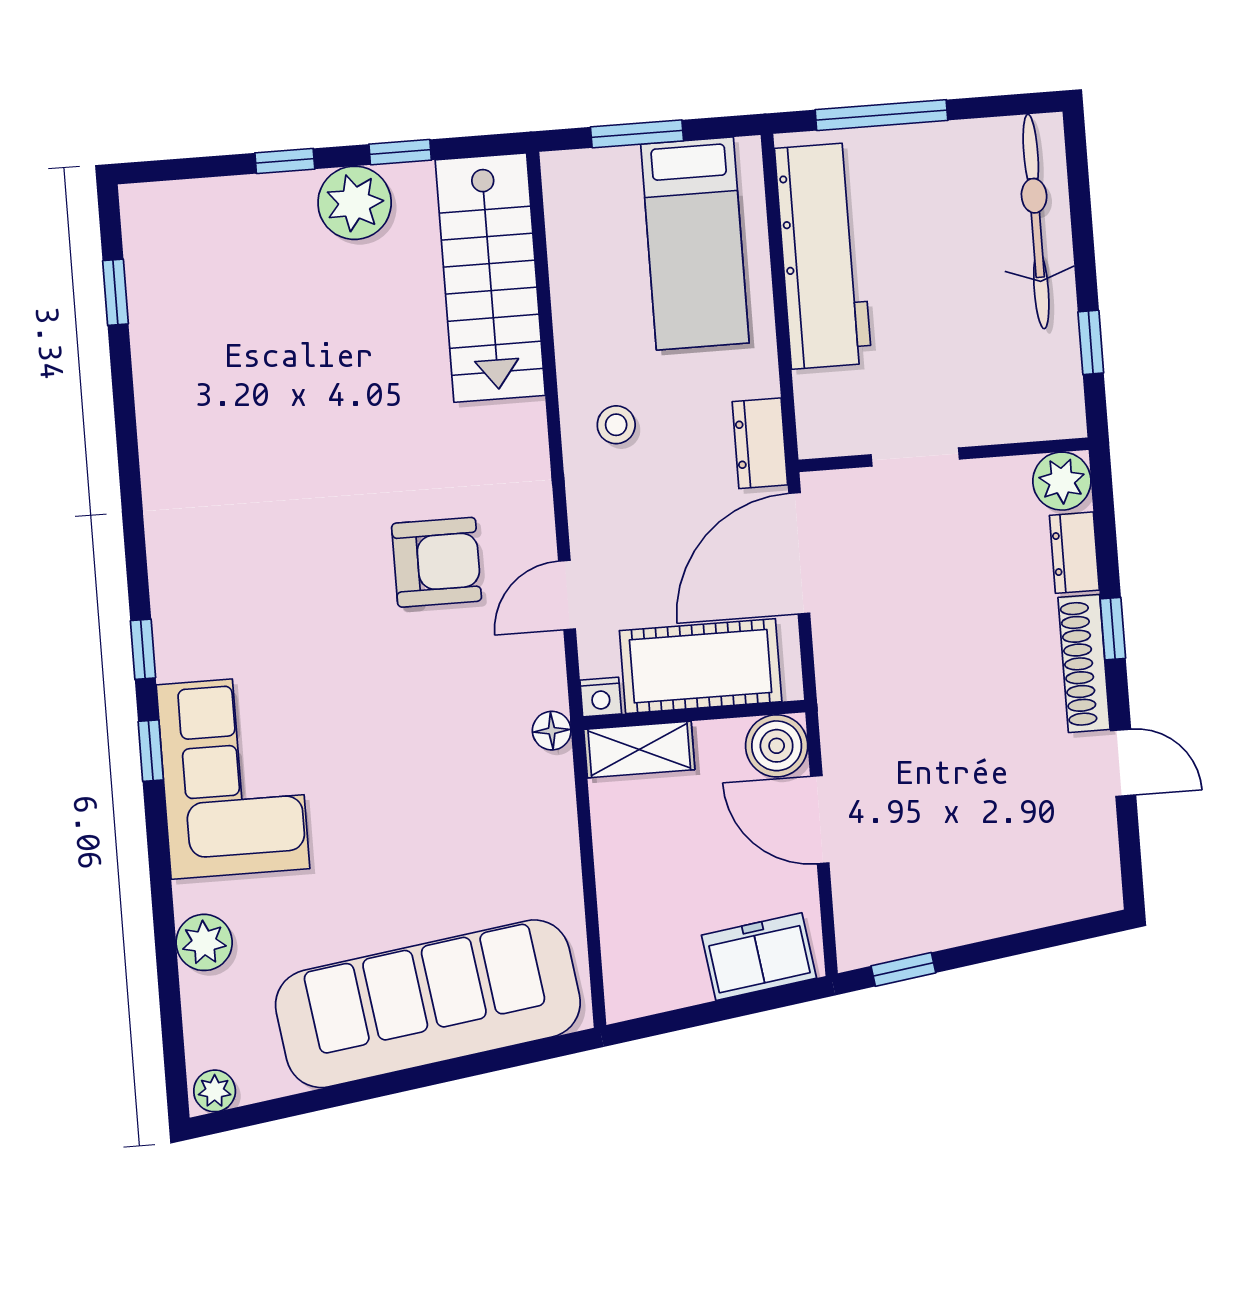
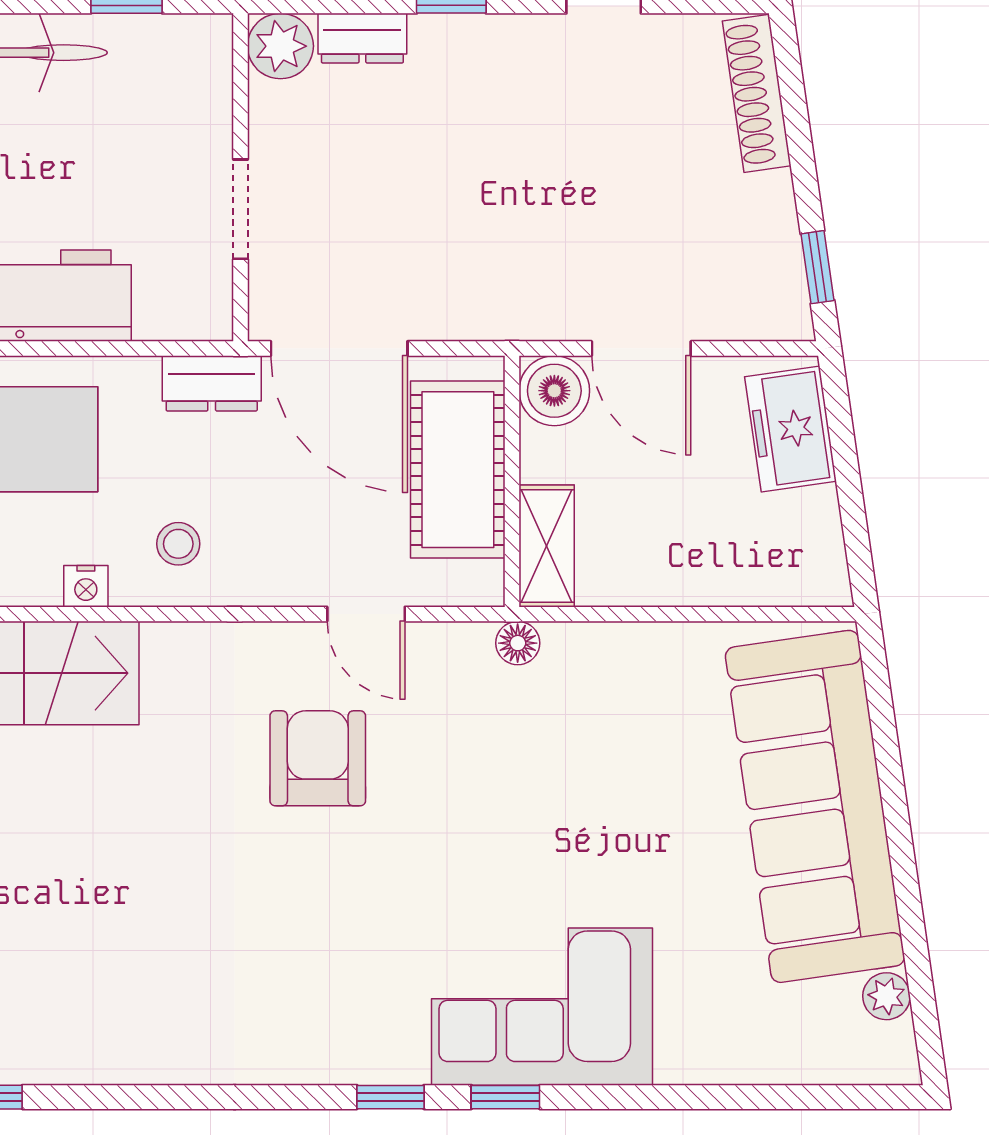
shoe rack: (1084, 663) -> (757, 93), moved, turned 82
nightstand: (601, 697) -> (86, 586), moved, turned 90
door: (820, 820) -> (641, 348), hinge flipped
plant: (204, 942) -> (726, 1053), removed
plant: (215, 1091) -> (886, 996), moved

